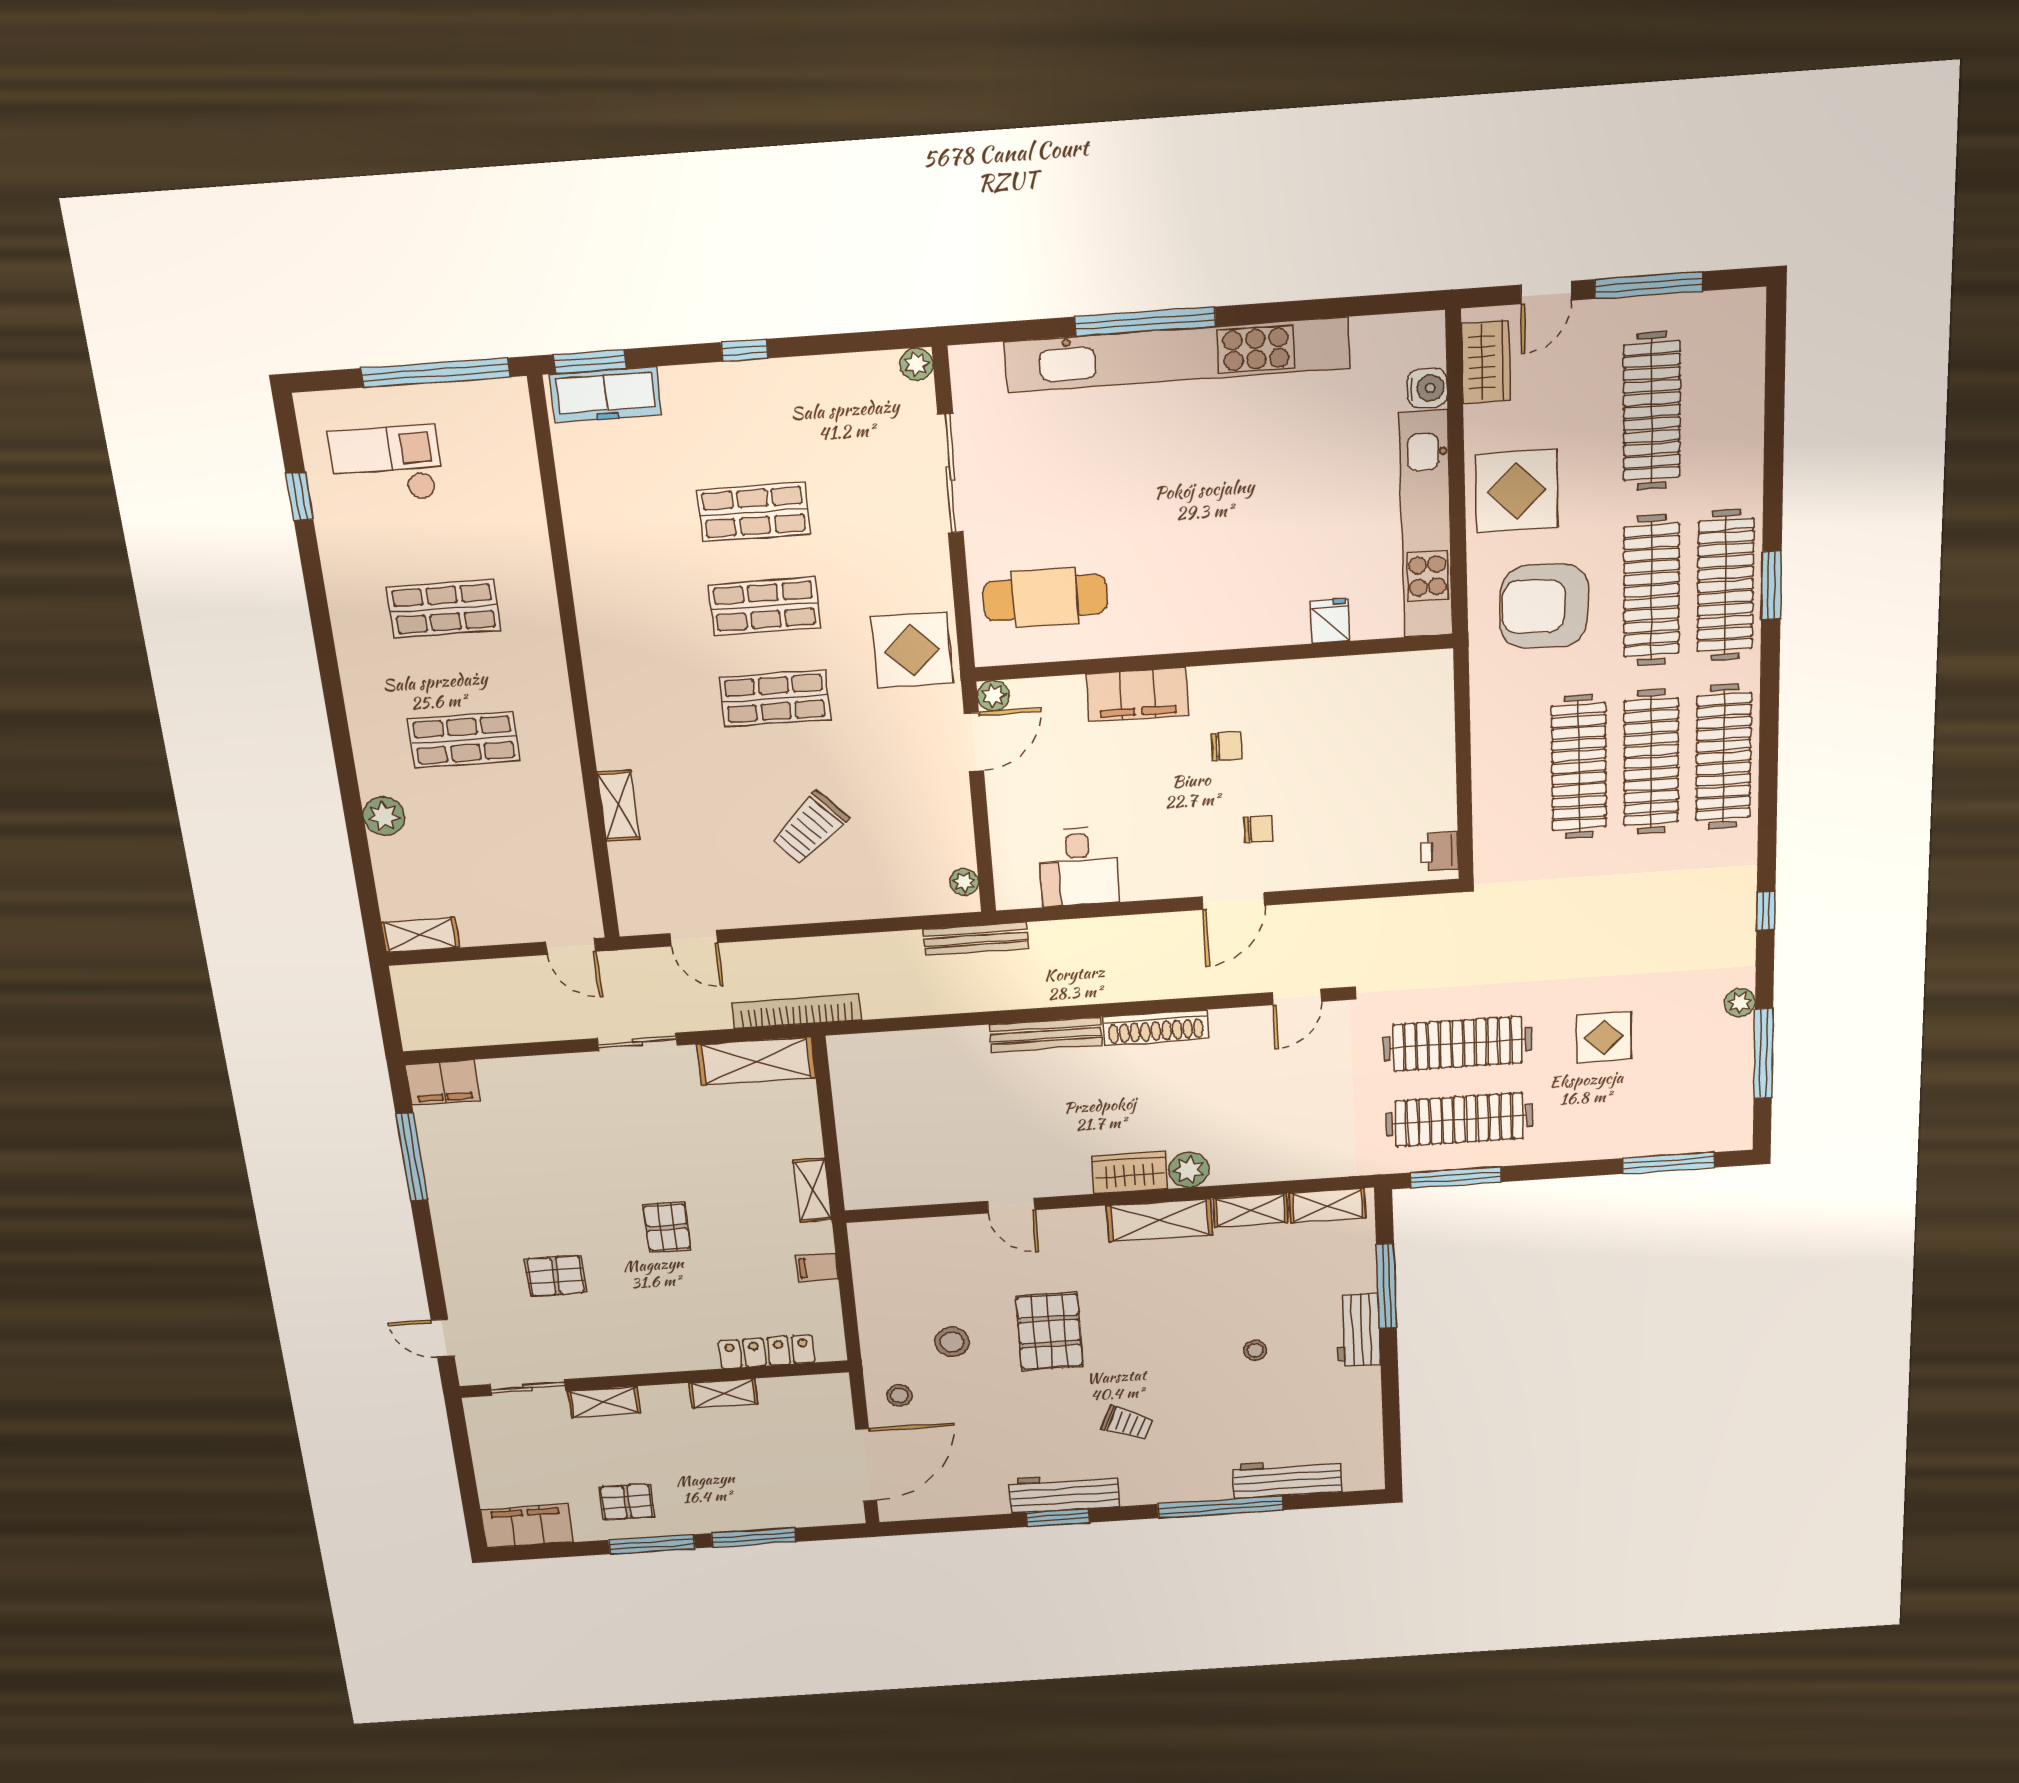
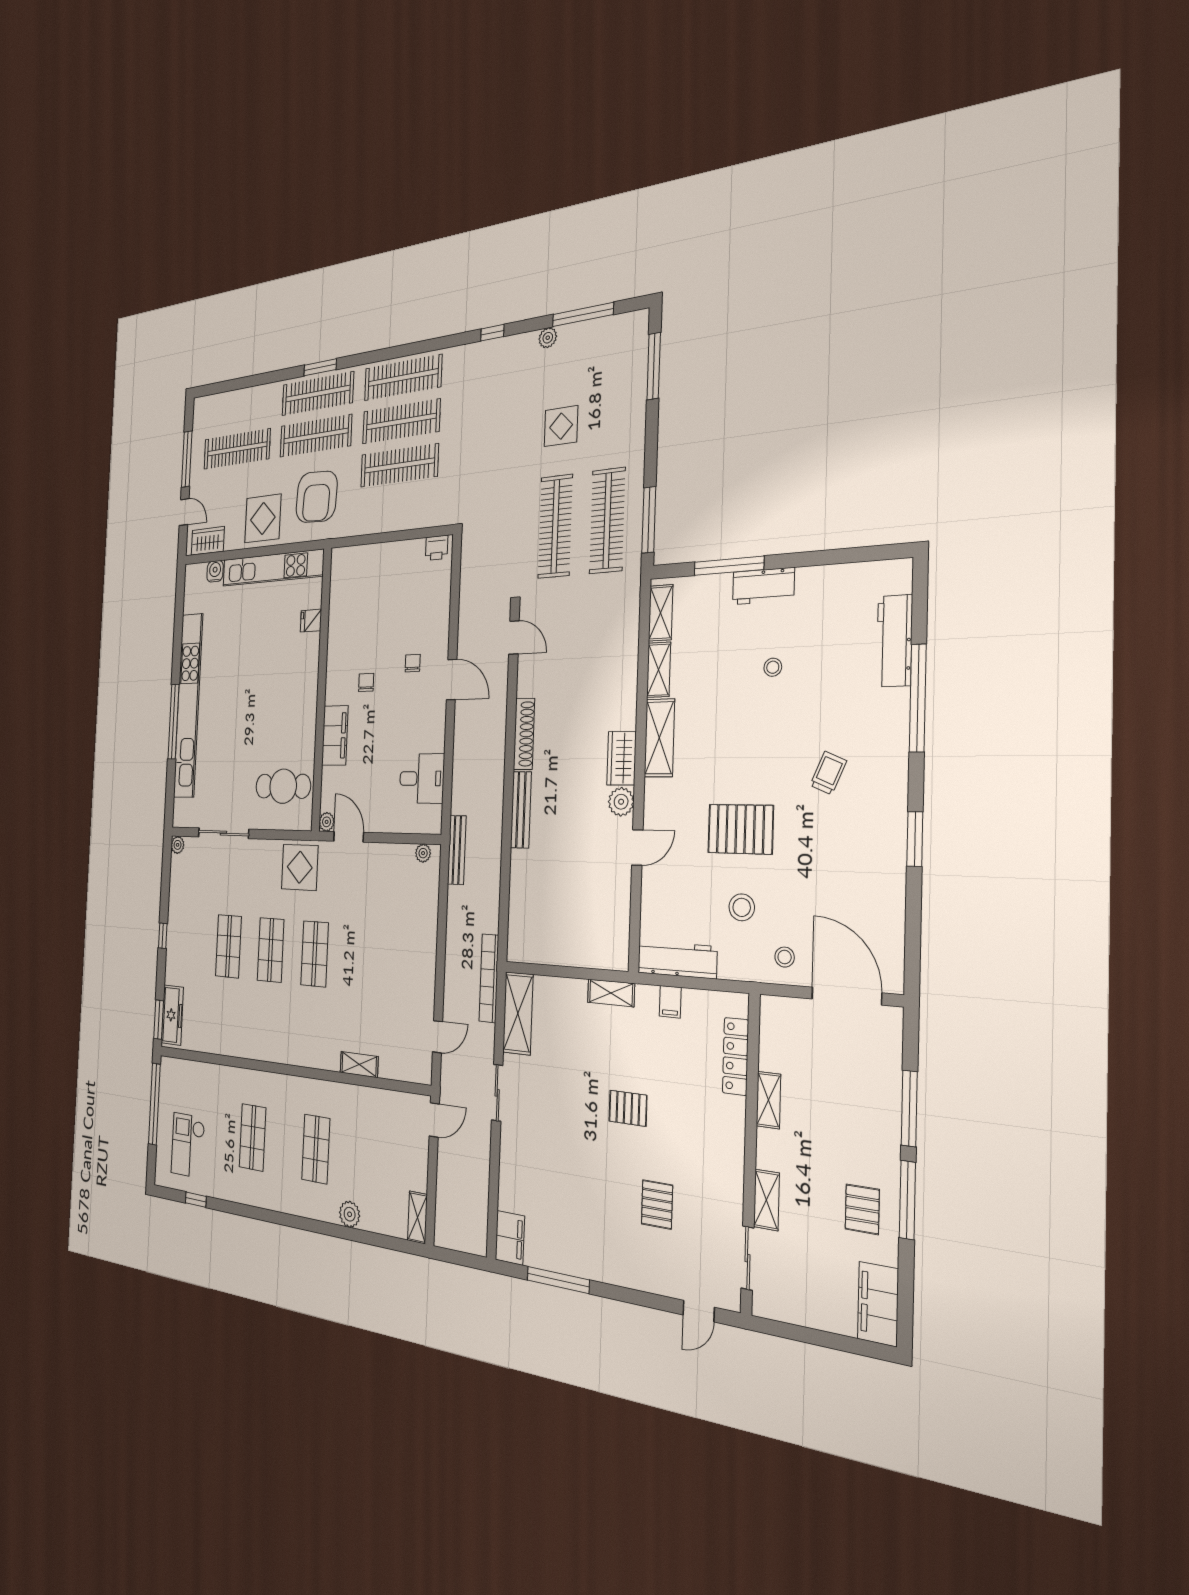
cafe table: (1045, 597) -> (283, 786), turned 90
trolley: (810, 828) -> (383, 947), removed
plant: (1189, 1170) -> (621, 802), moved
workbench: (1064, 1493) -> (677, 960), moved, turned 90

